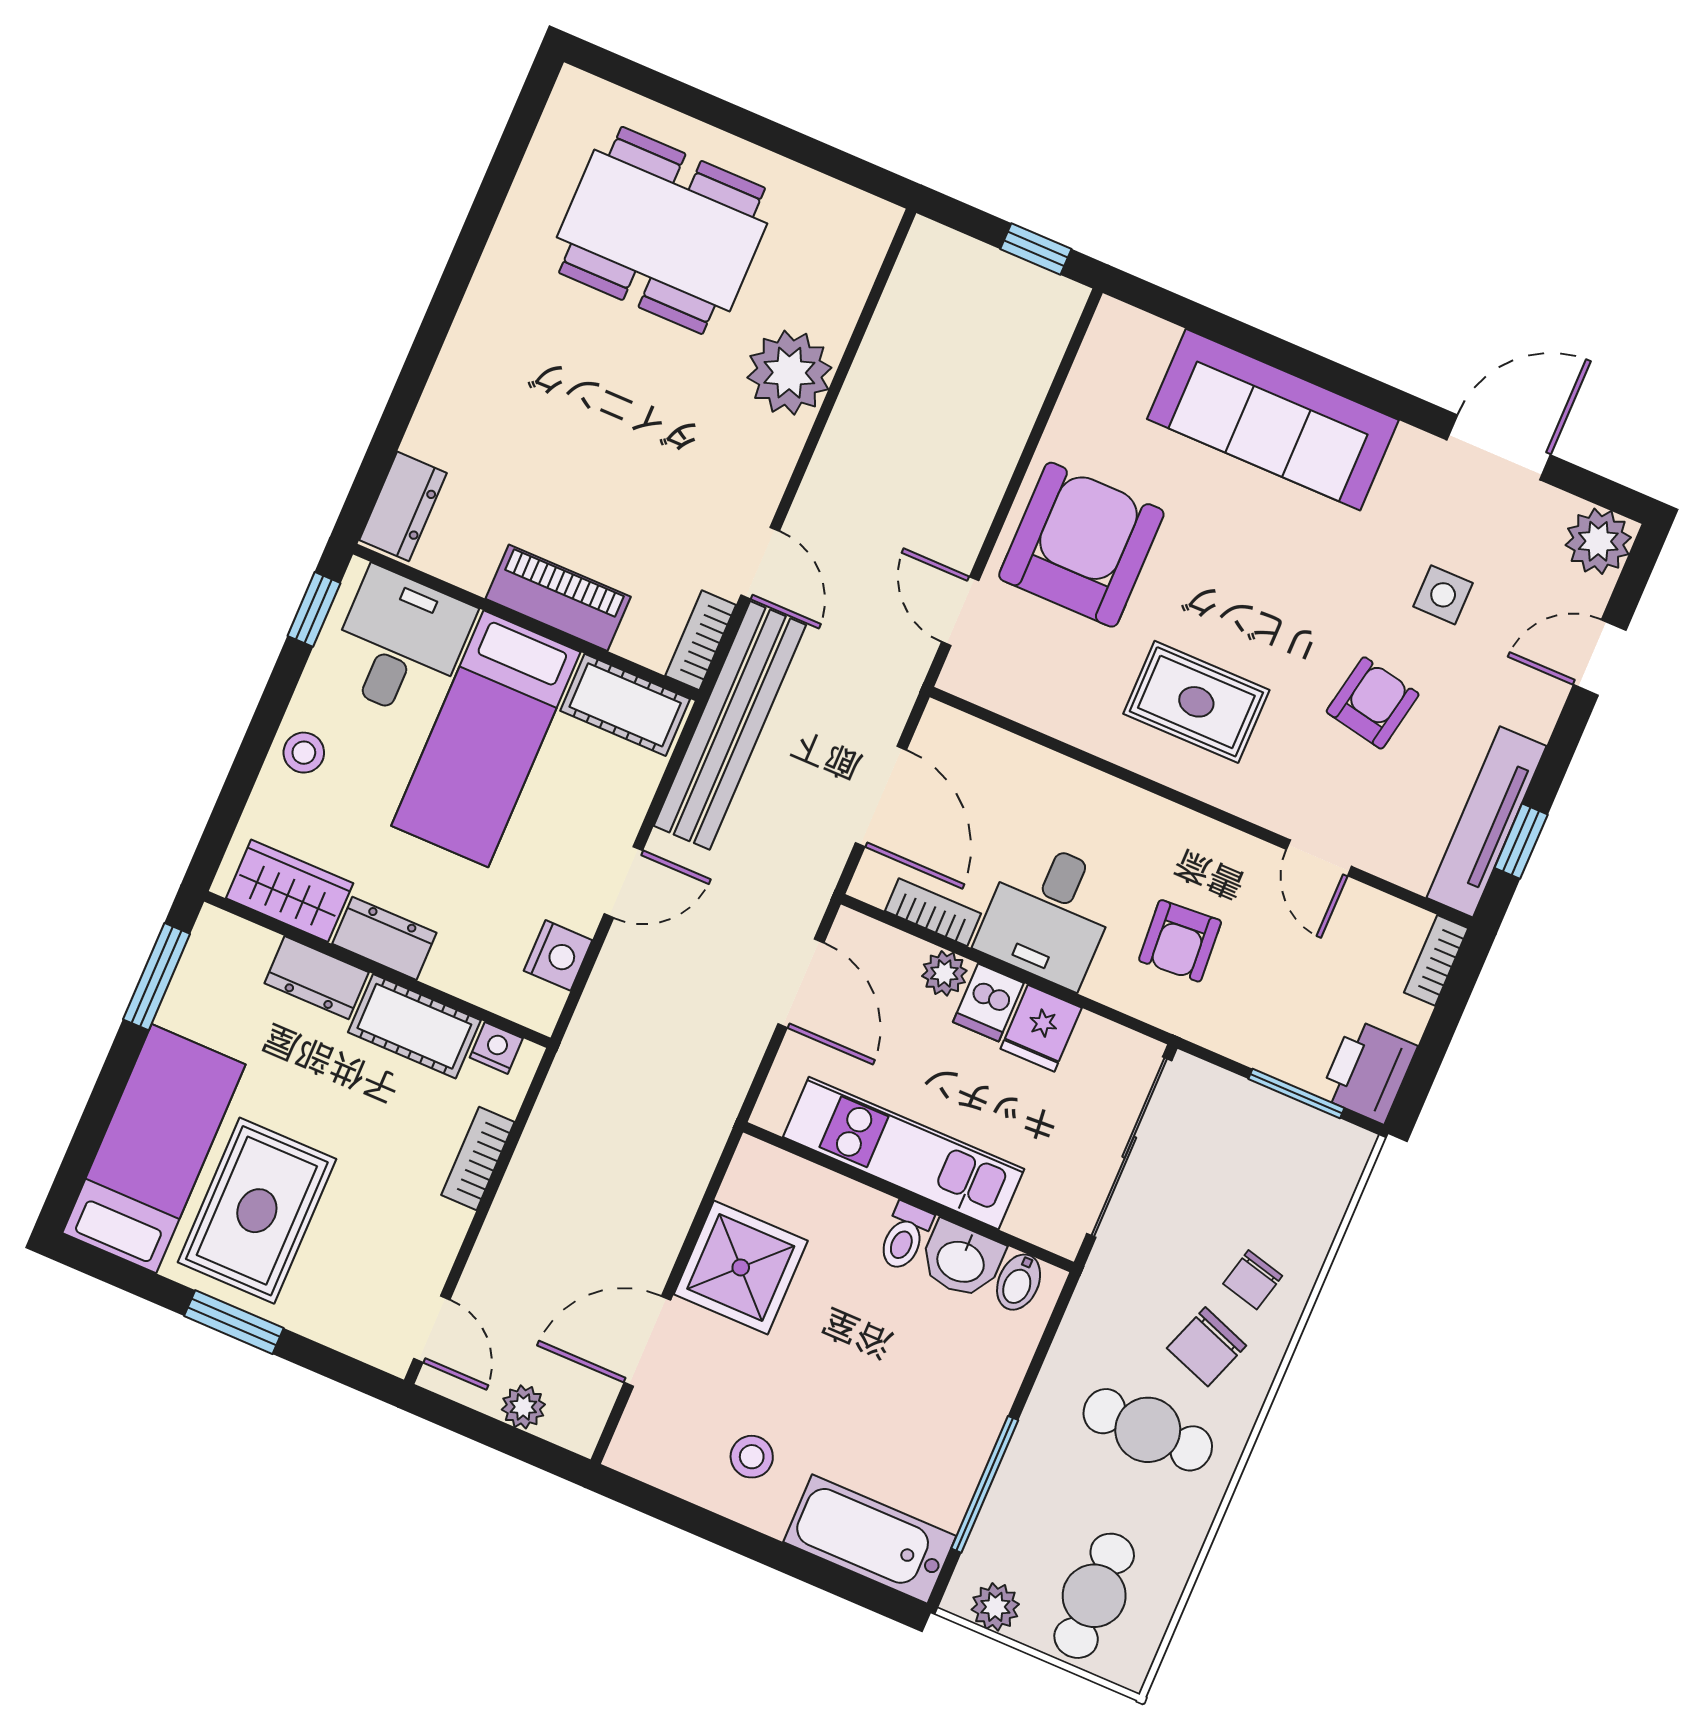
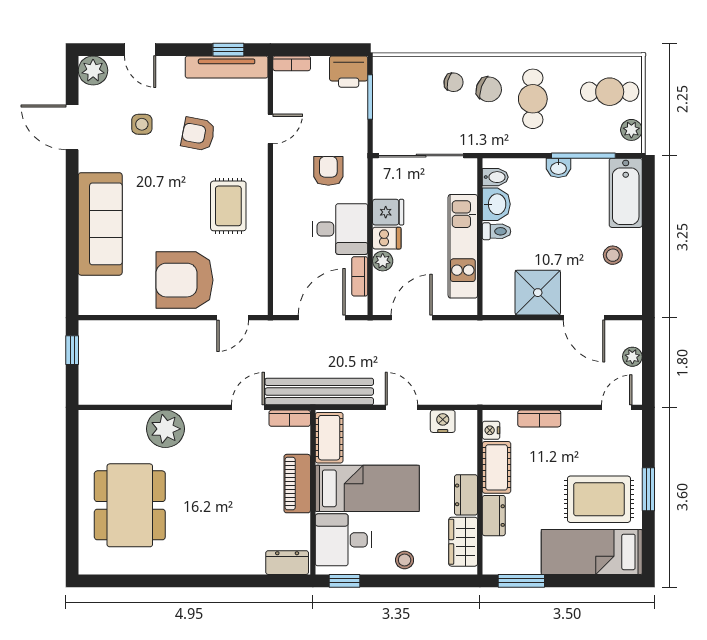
armchair: (1180, 941) -> (328, 171), turned -86
washbasin: (981, 1422) -> (558, 168), added

